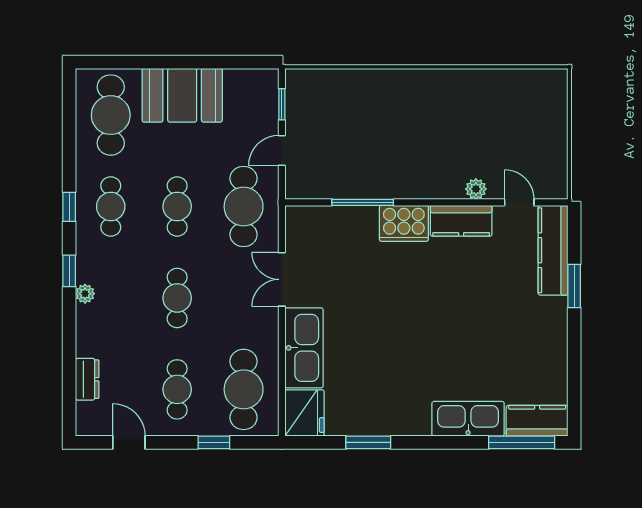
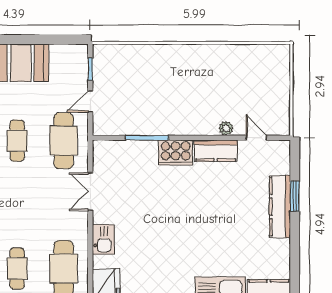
kitchen counter: (553, 250) -> (280, 207), moved
cafe table: (177, 298) -> (17, 205), removed
kitchen sink: (304, 348) -> (103, 239), width x0.53, depth x0.81

